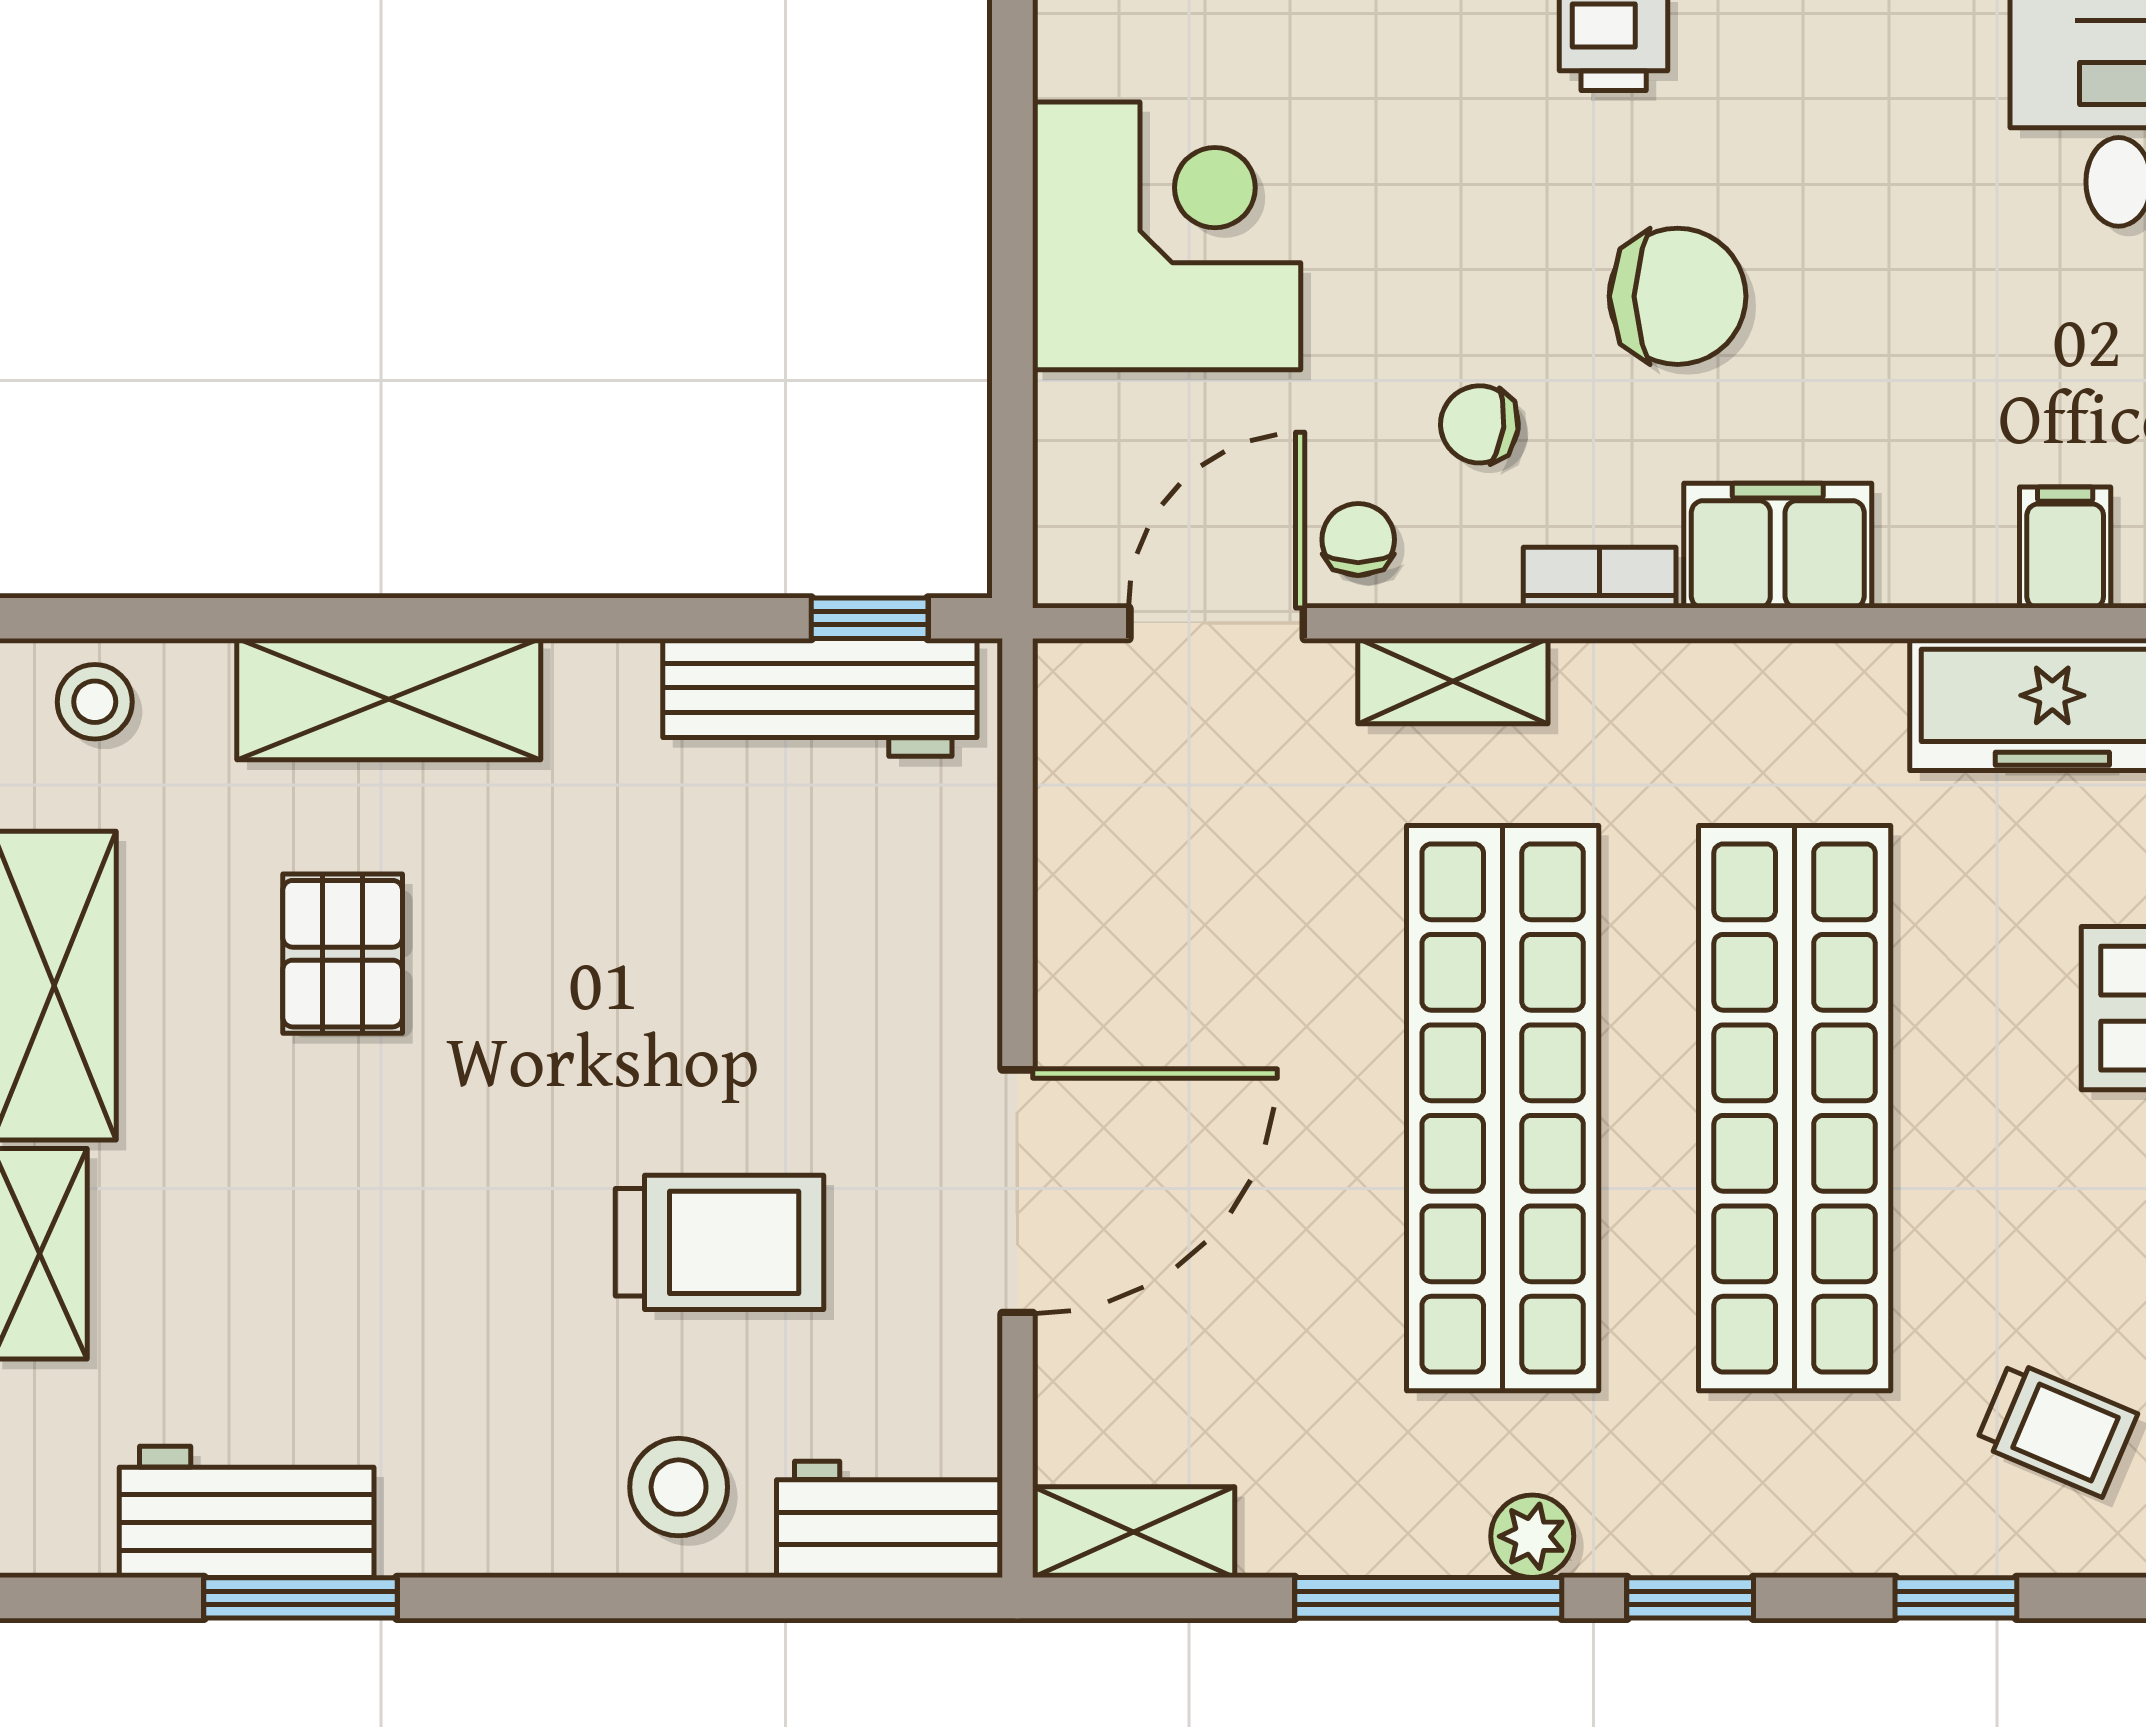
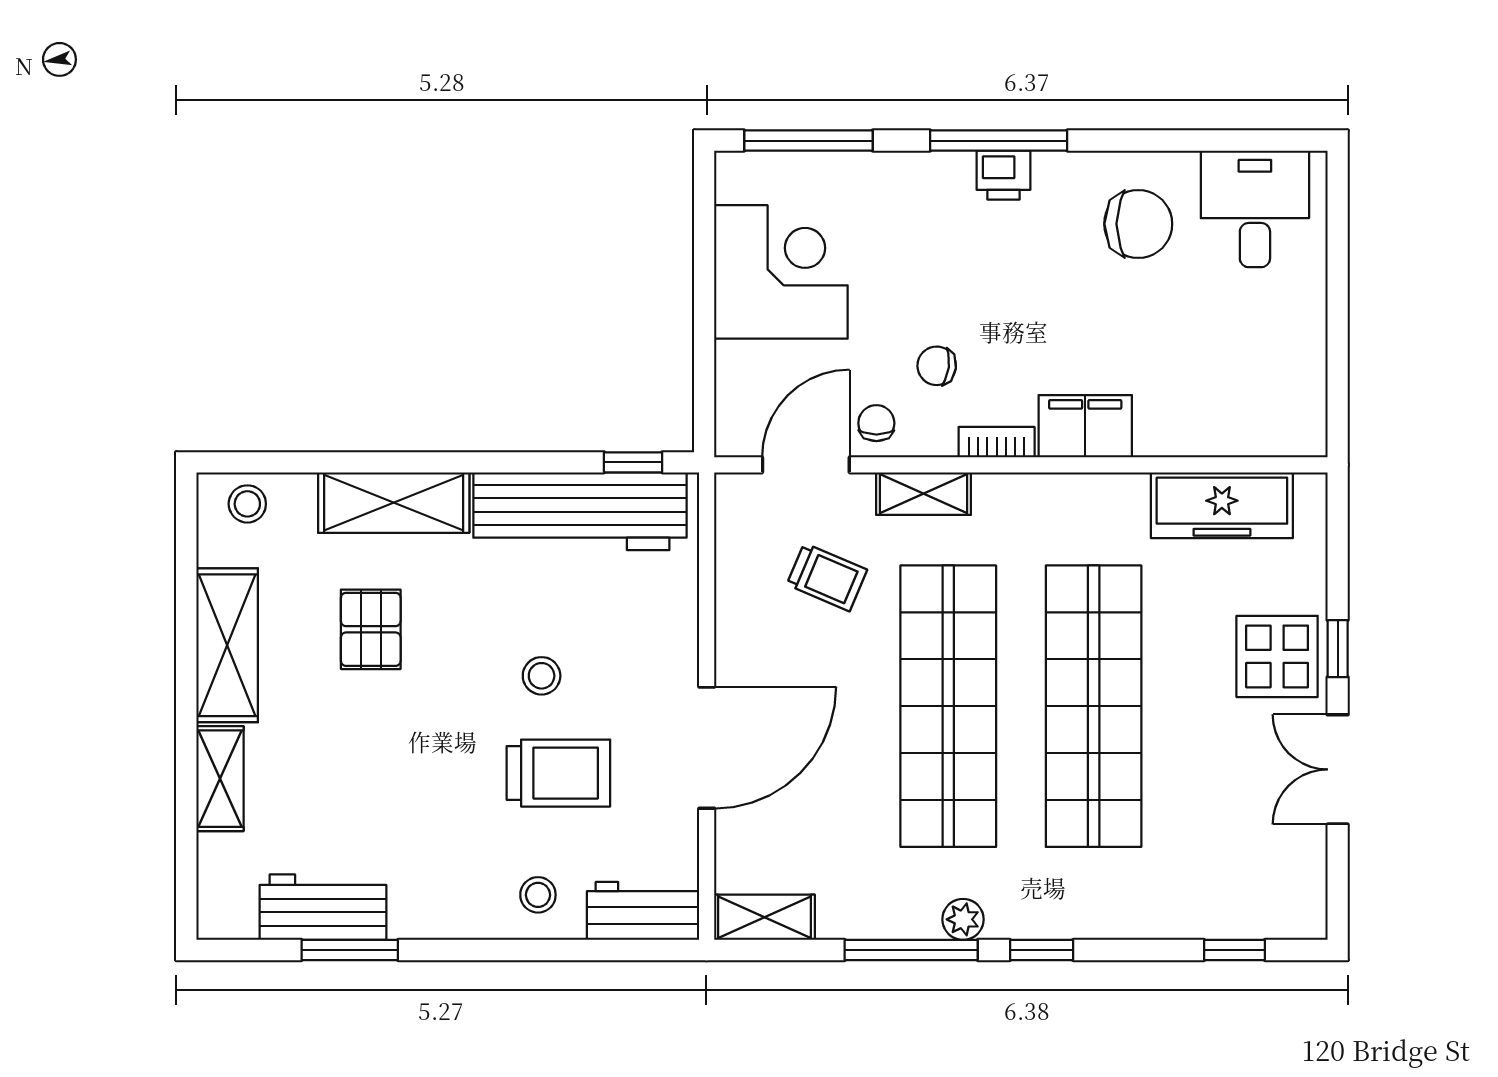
chair: (1678, 296) -> (1138, 224), moved
filing cabinet: (2065, 547) -> (1228, 427), removed
workbench: (820, 697) -> (580, 511), width x1.36, depth x1.32
stool: (686, 1047) -> (542, 676), added
trolley: (2057, 1429) -> (827, 577), moved
stool: (679, 1487) -> (538, 895), width x0.73, depth x0.73
window: (1956, 1598) -> (1235, 950), moved

